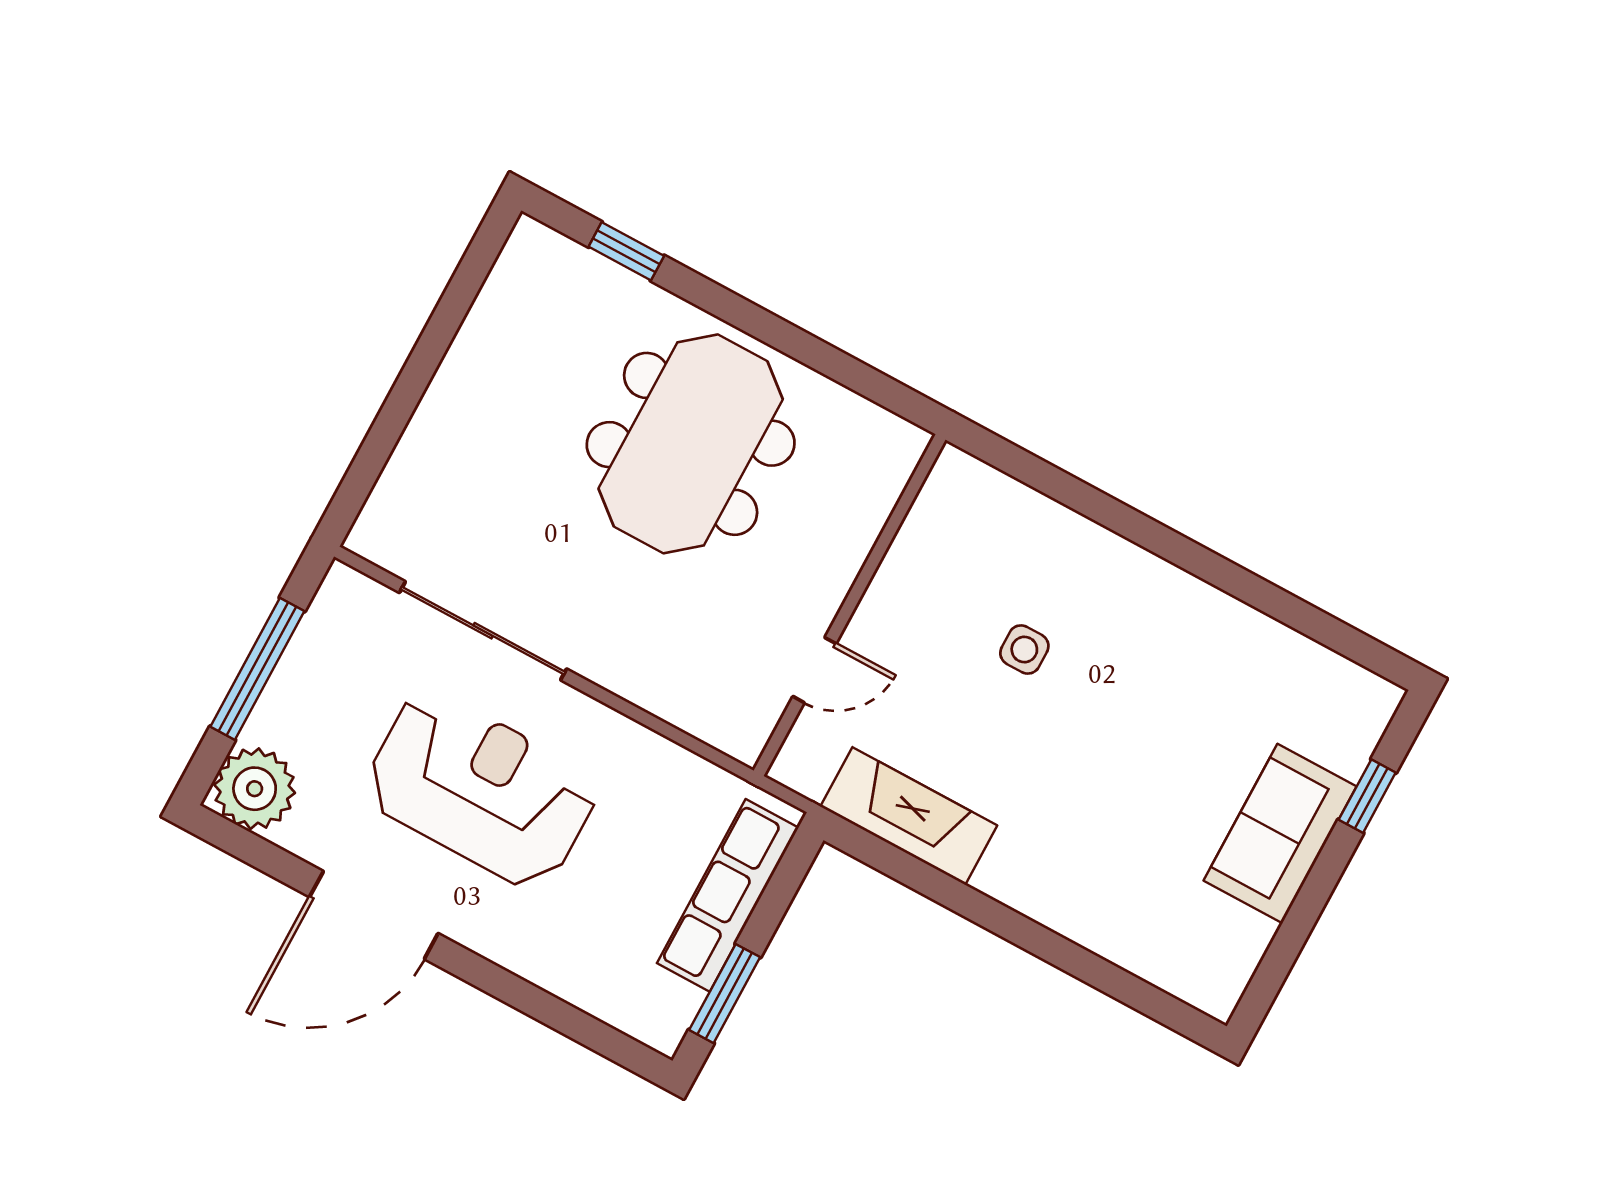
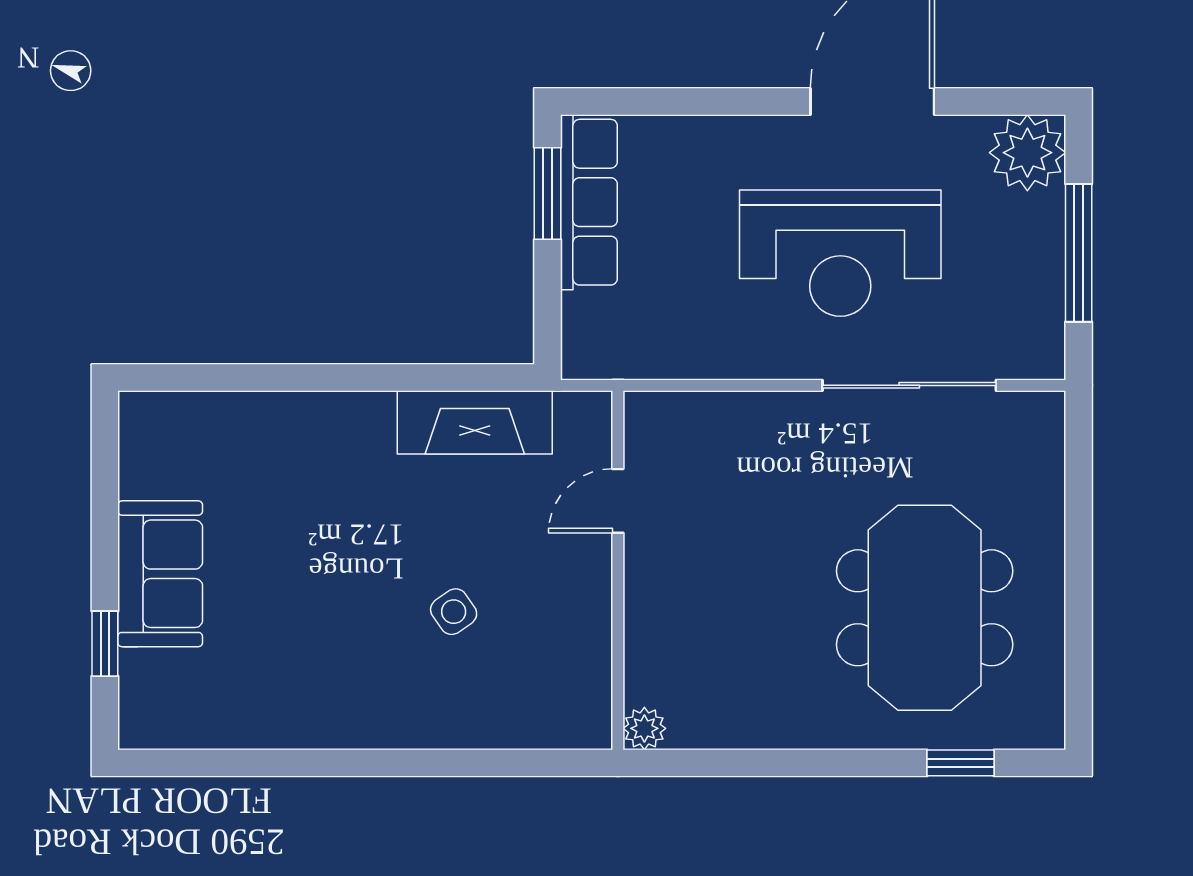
plant: (905, 443) -> (644, 728), added
meeting table: (691, 444) -> (925, 608), moved
side table: (1024, 649) -> (454, 612), turned -35
row of seats: (728, 895) -> (589, 202), moved

